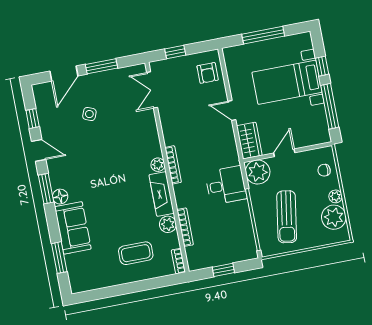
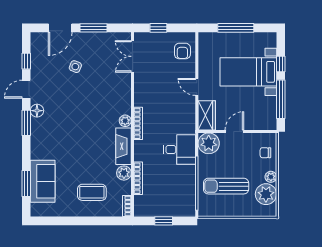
door: (39, 150) -> (26, 89), swing flipped
floor lamp: (60, 197) -> (37, 111), moved
sun lounger: (287, 217) -> (226, 186), turned 81
sofa: (73, 228) -> (43, 181), moved

